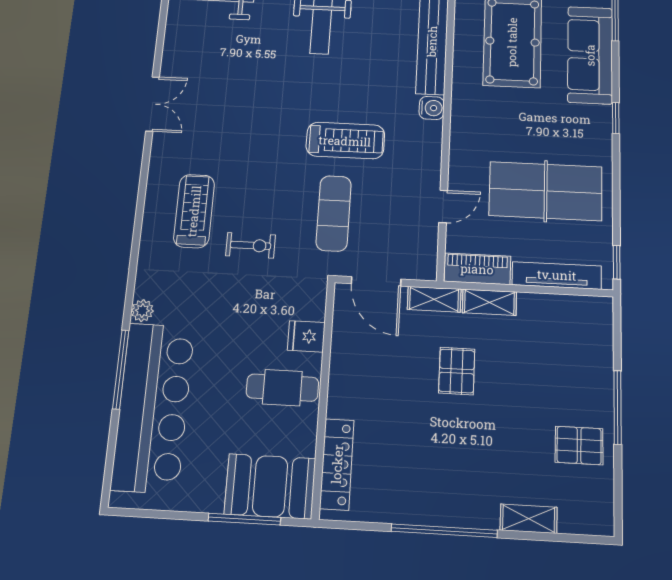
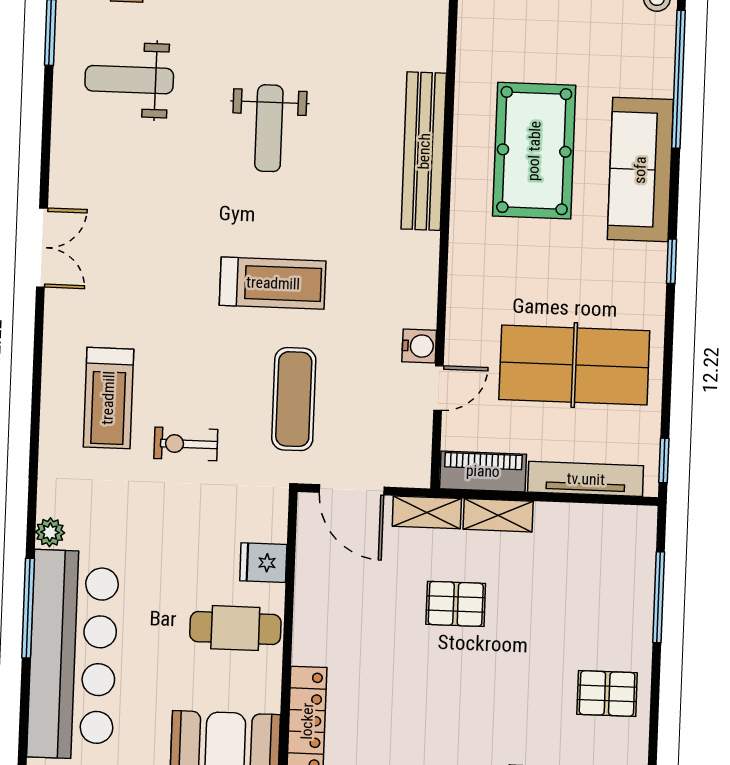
water cooler: (432, 108) -> (419, 346), moved
treadmill: (345, 141) -> (273, 283), moved
treadmill: (194, 211) -> (108, 398), turned 180
exercise bike: (251, 245) -> (186, 444), turned 180
pallet: (457, 371) -> (456, 604), turned 90
window: (618, 407) -> (659, 597), moved

